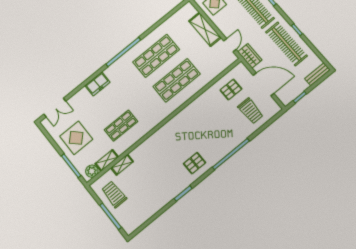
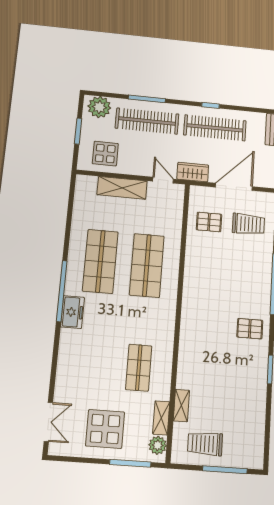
freezer: (97, 84) -> (72, 312), moved
pallet: (231, 90) -> (209, 222), turned 90
pallet: (195, 163) -> (250, 329), turned 90

